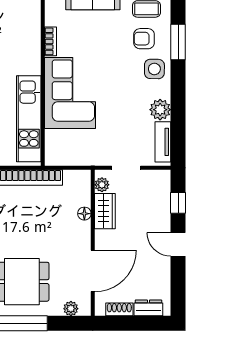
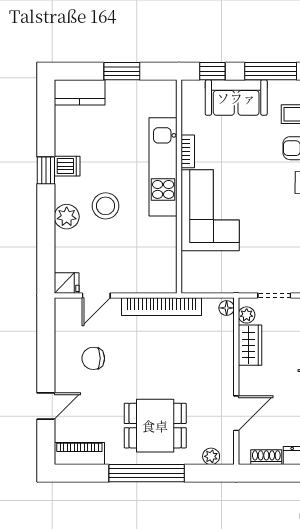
kitchen unit: (29, 119) -> (163, 167), moved
floor lamp: (84, 214) -> (227, 308), moved
door: (93, 271) -> (236, 413), width x0.73

